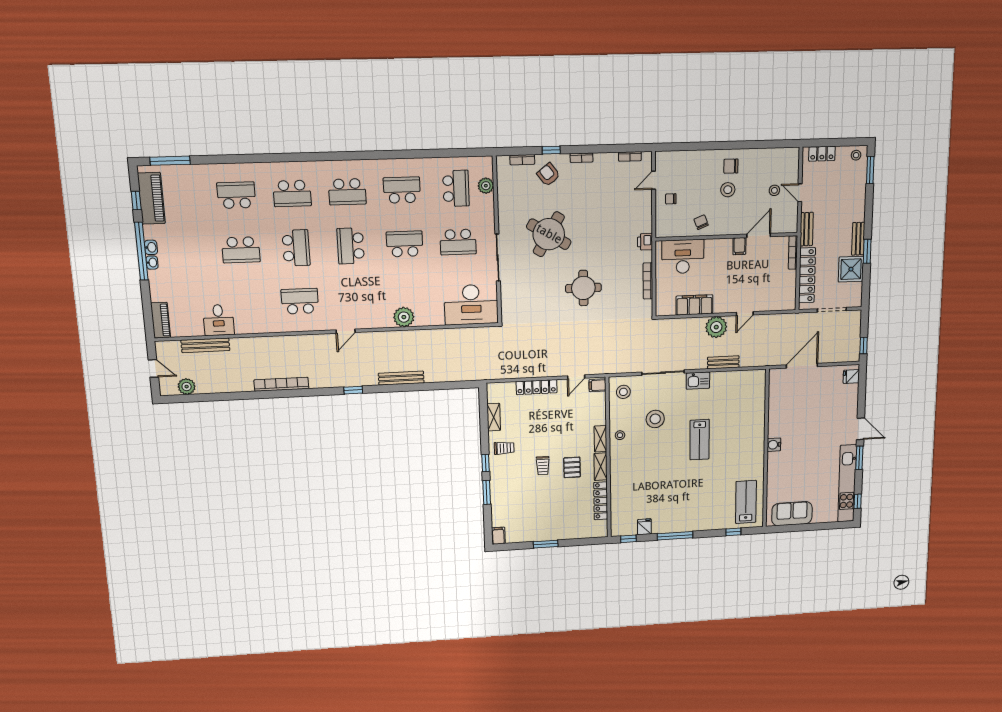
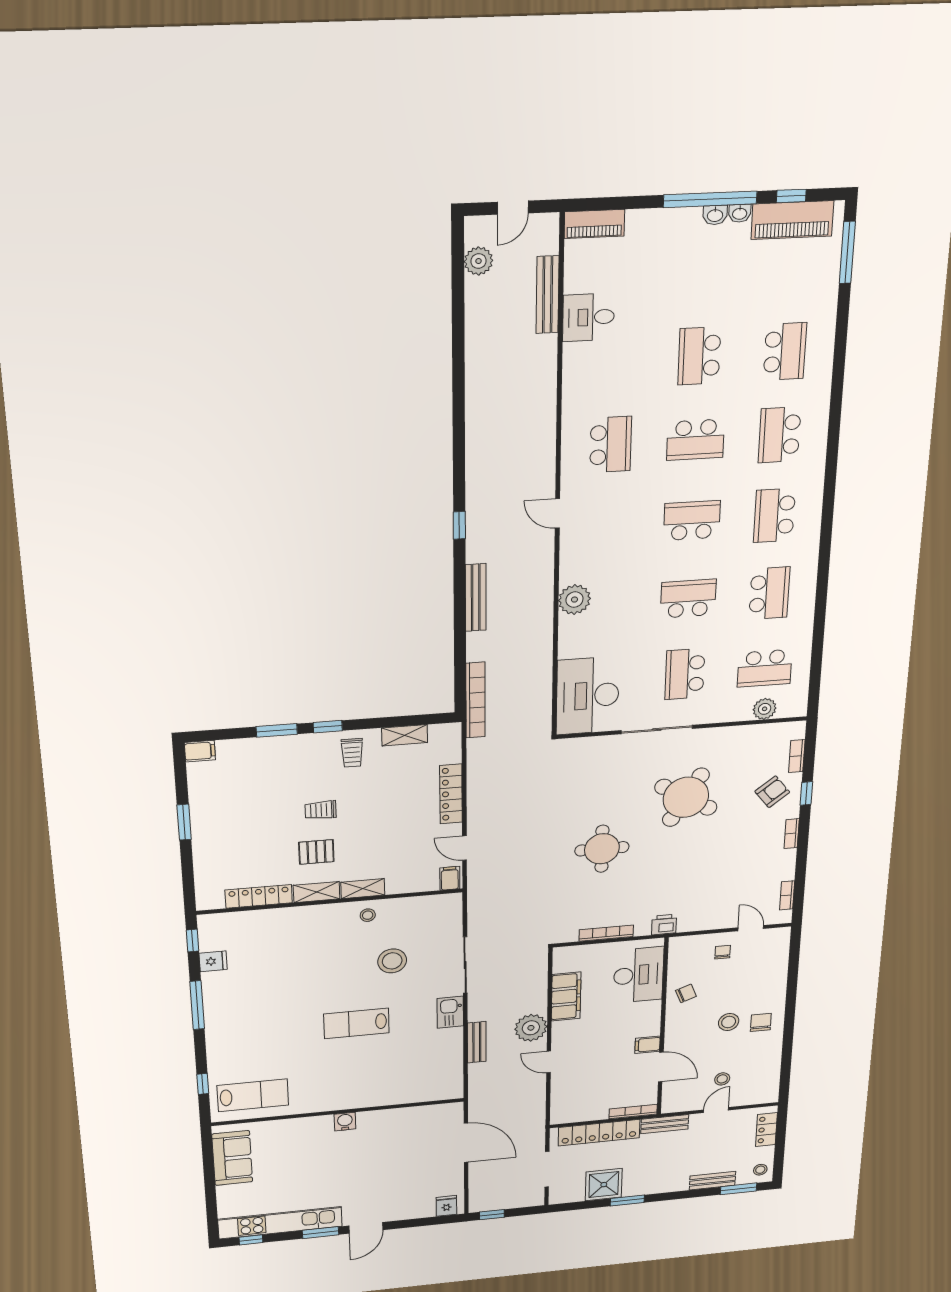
bench: (858, 239) -> (712, 1181), moved
school desk: (405, 244) -> (688, 599), turned -90
washbasin: (152, 263) -> (740, 213), moved
bookcase: (281, 384) -> (475, 700), moved
stool: (623, 392) -> (437, 914), removed

